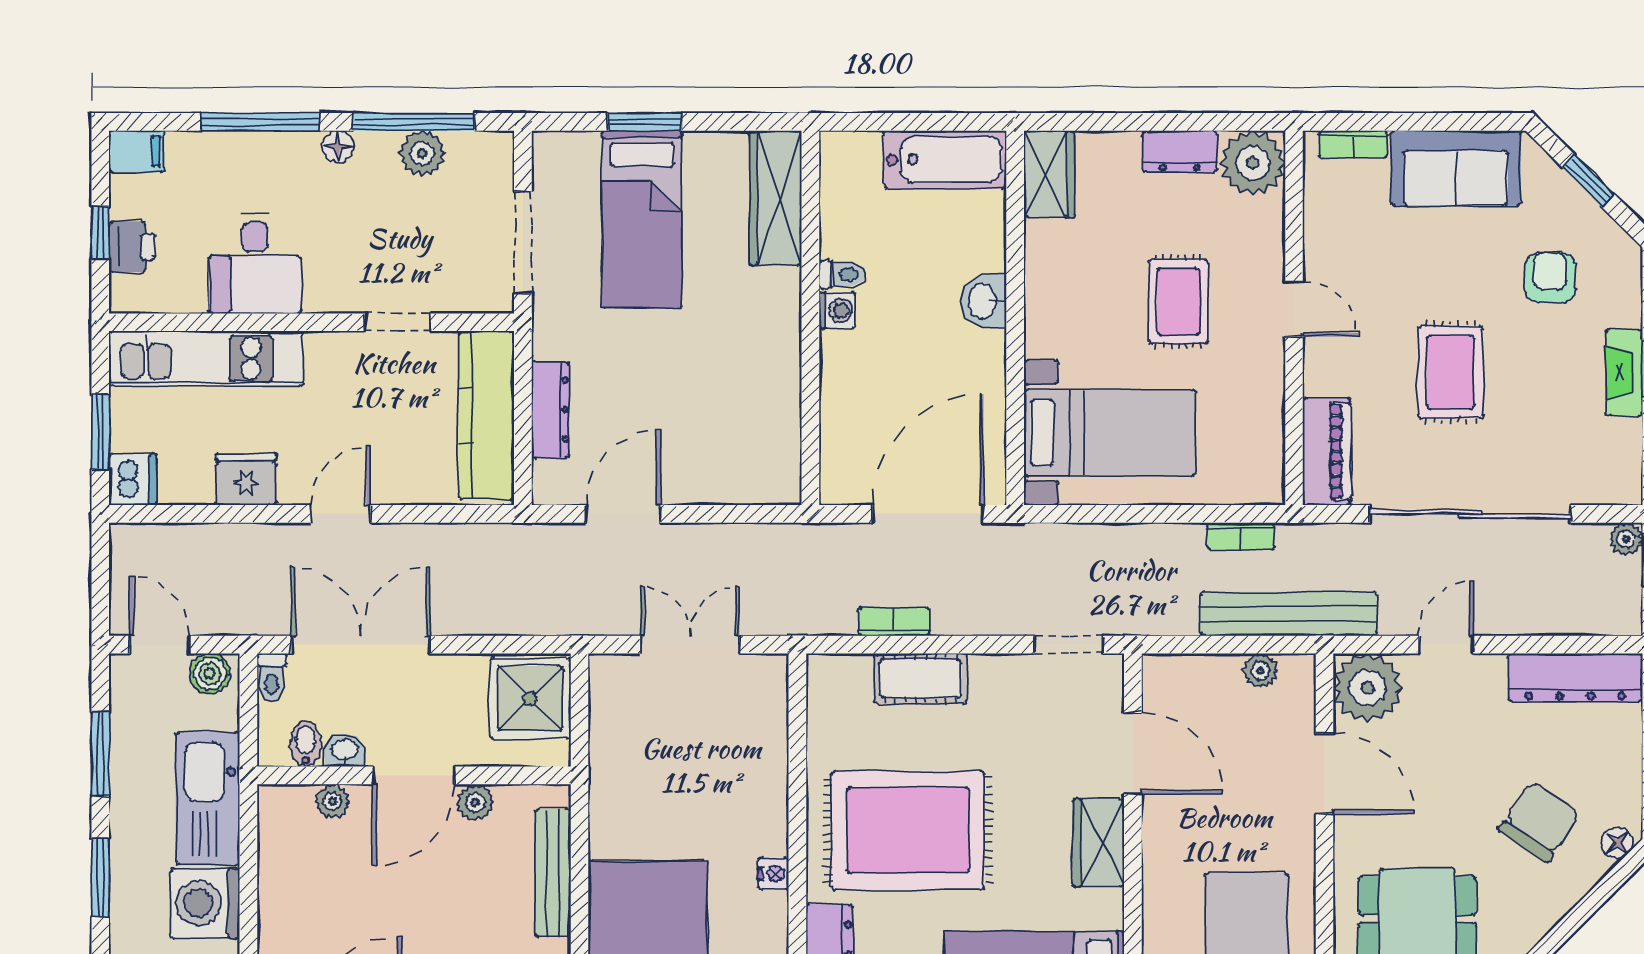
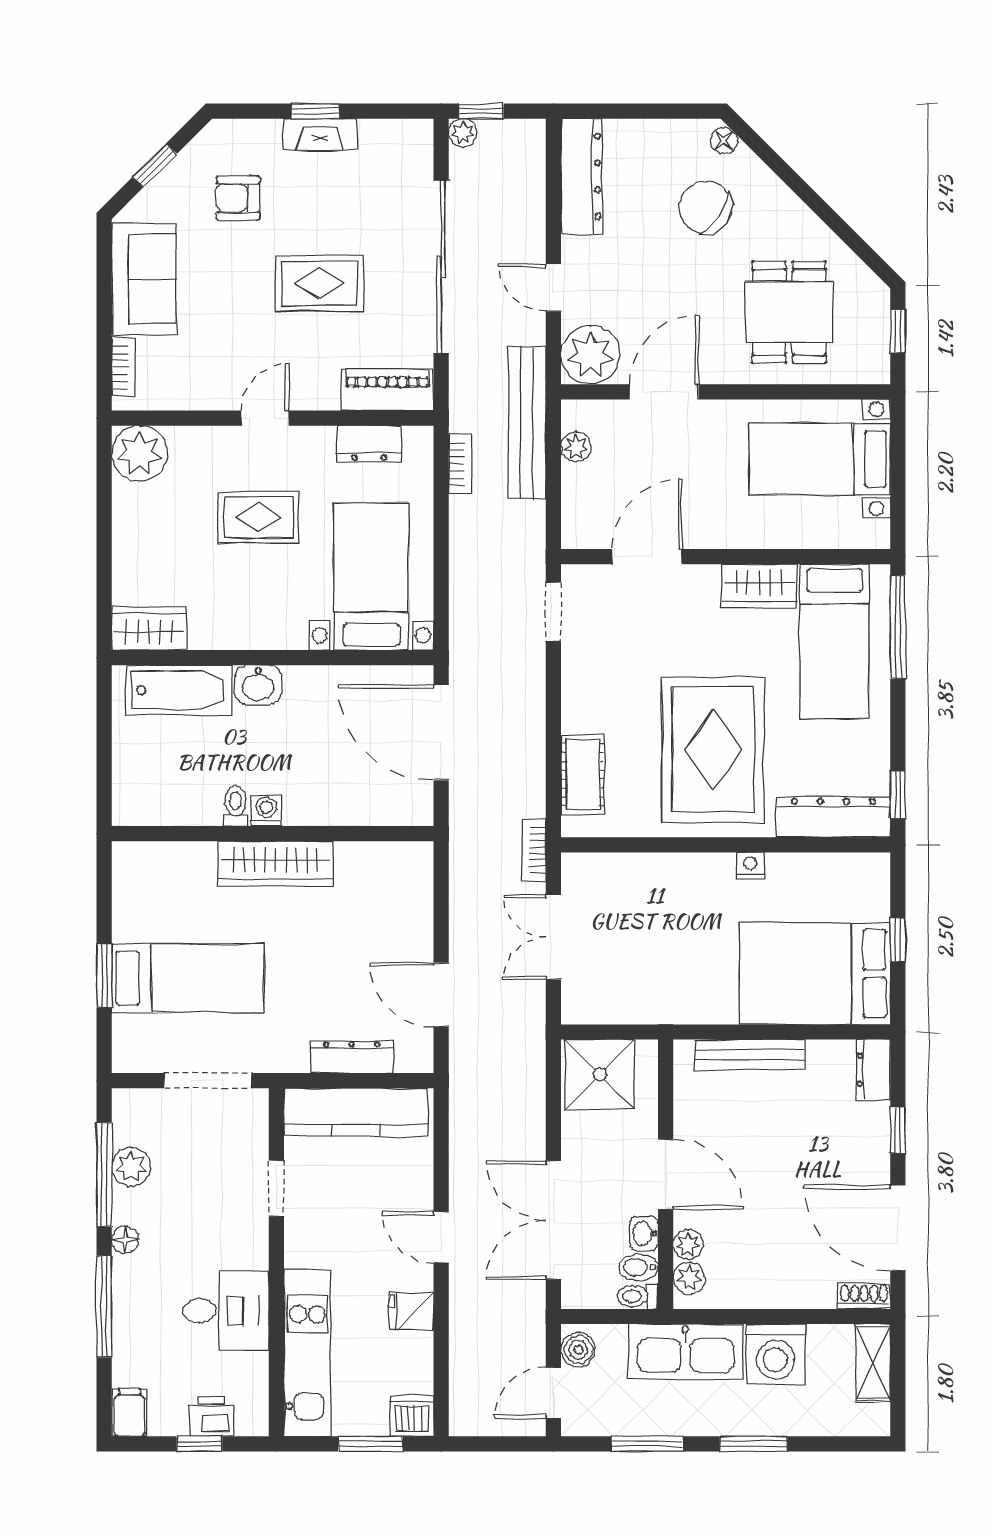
dresser: (1180, 151) -> (369, 444), moved, turned 90
bathtub: (945, 160) -> (179, 690), moved, turned 90
wardrobe: (776, 198) -> (276, 863), moved
fridge: (246, 479) -> (411, 1311), width x0.72
bookcase: (894, 622) -> (534, 850), moved
toilet: (272, 677) -> (638, 1296), moved, turned 180
cot: (920, 679) -> (583, 775), moved
plant: (475, 803) -> (689, 1278), moved
wardrobe: (1099, 843) -> (759, 586), moved

